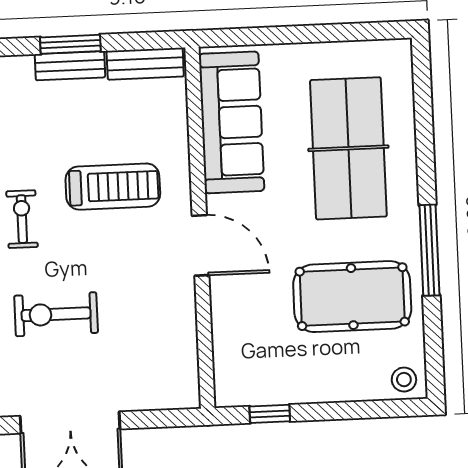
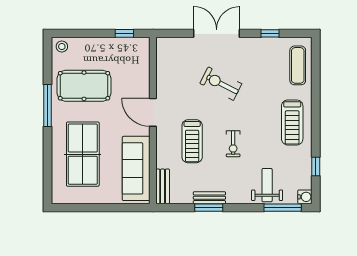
bench: (145, 64) -> (163, 186), moved, turned 90
treadmill: (113, 187) -> (192, 141), turned -90
exercise bike: (22, 219) -> (233, 144), moved
exercise bike: (56, 314) -> (221, 84), turned -153

